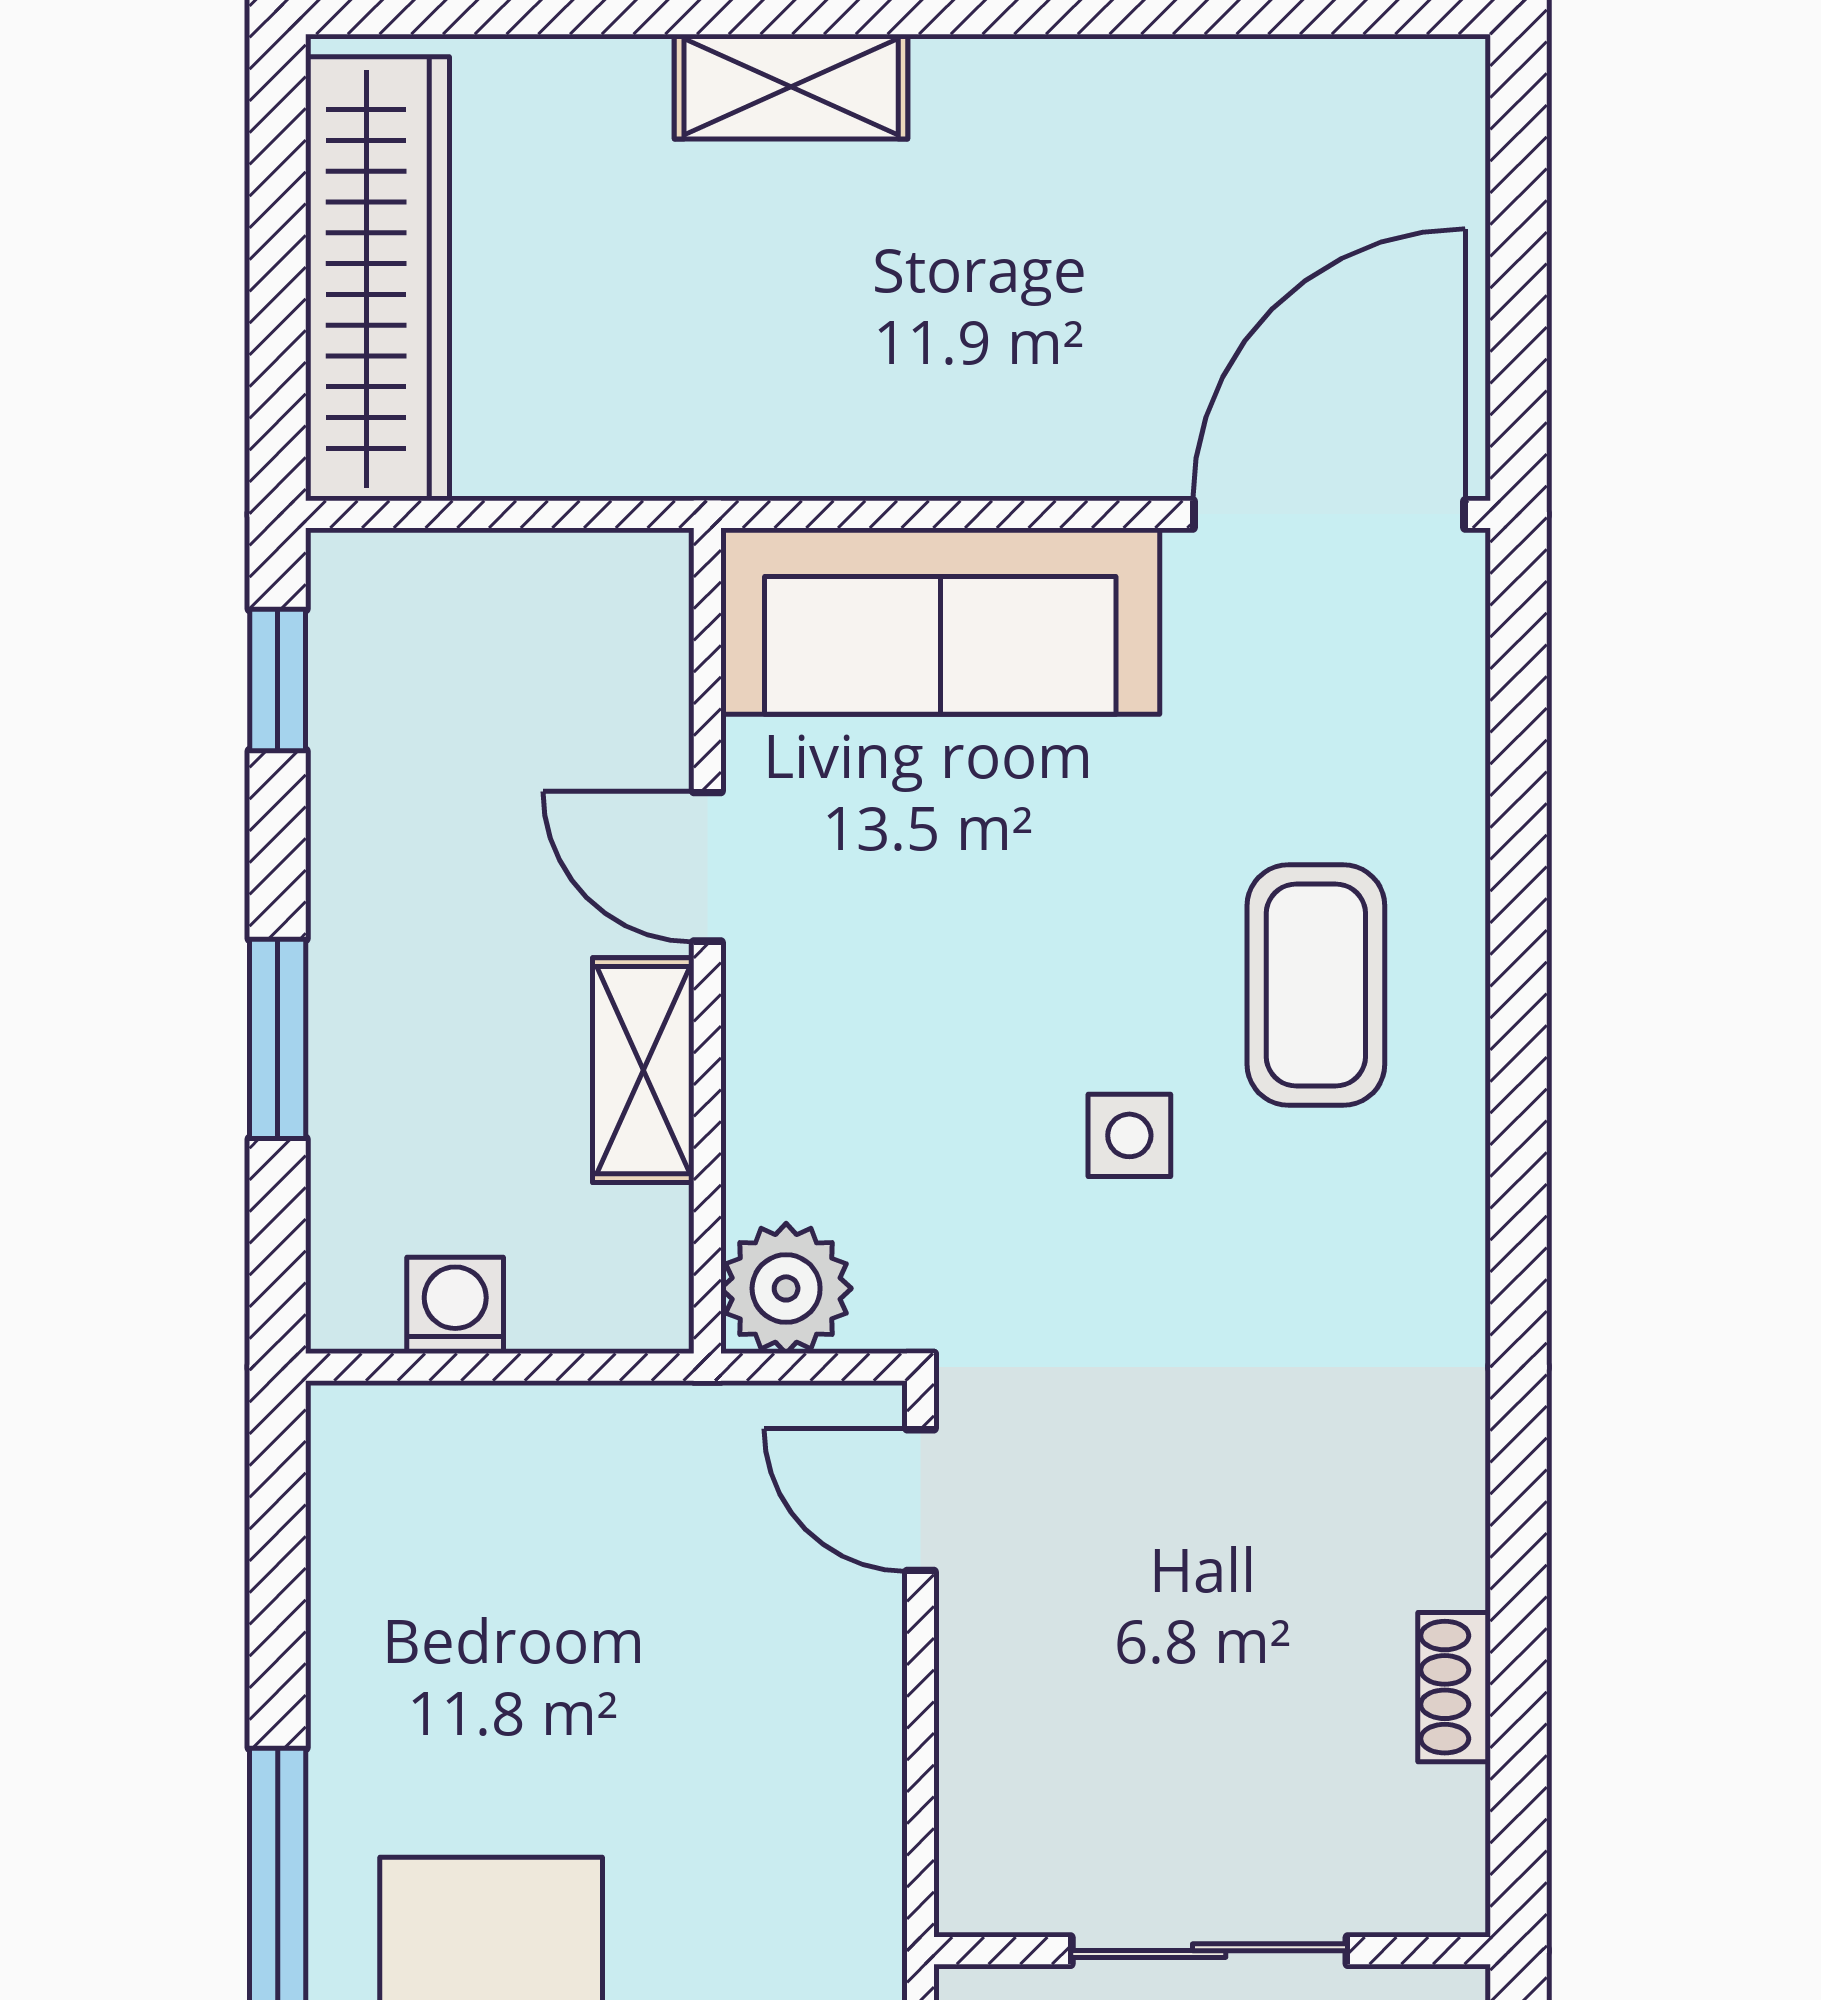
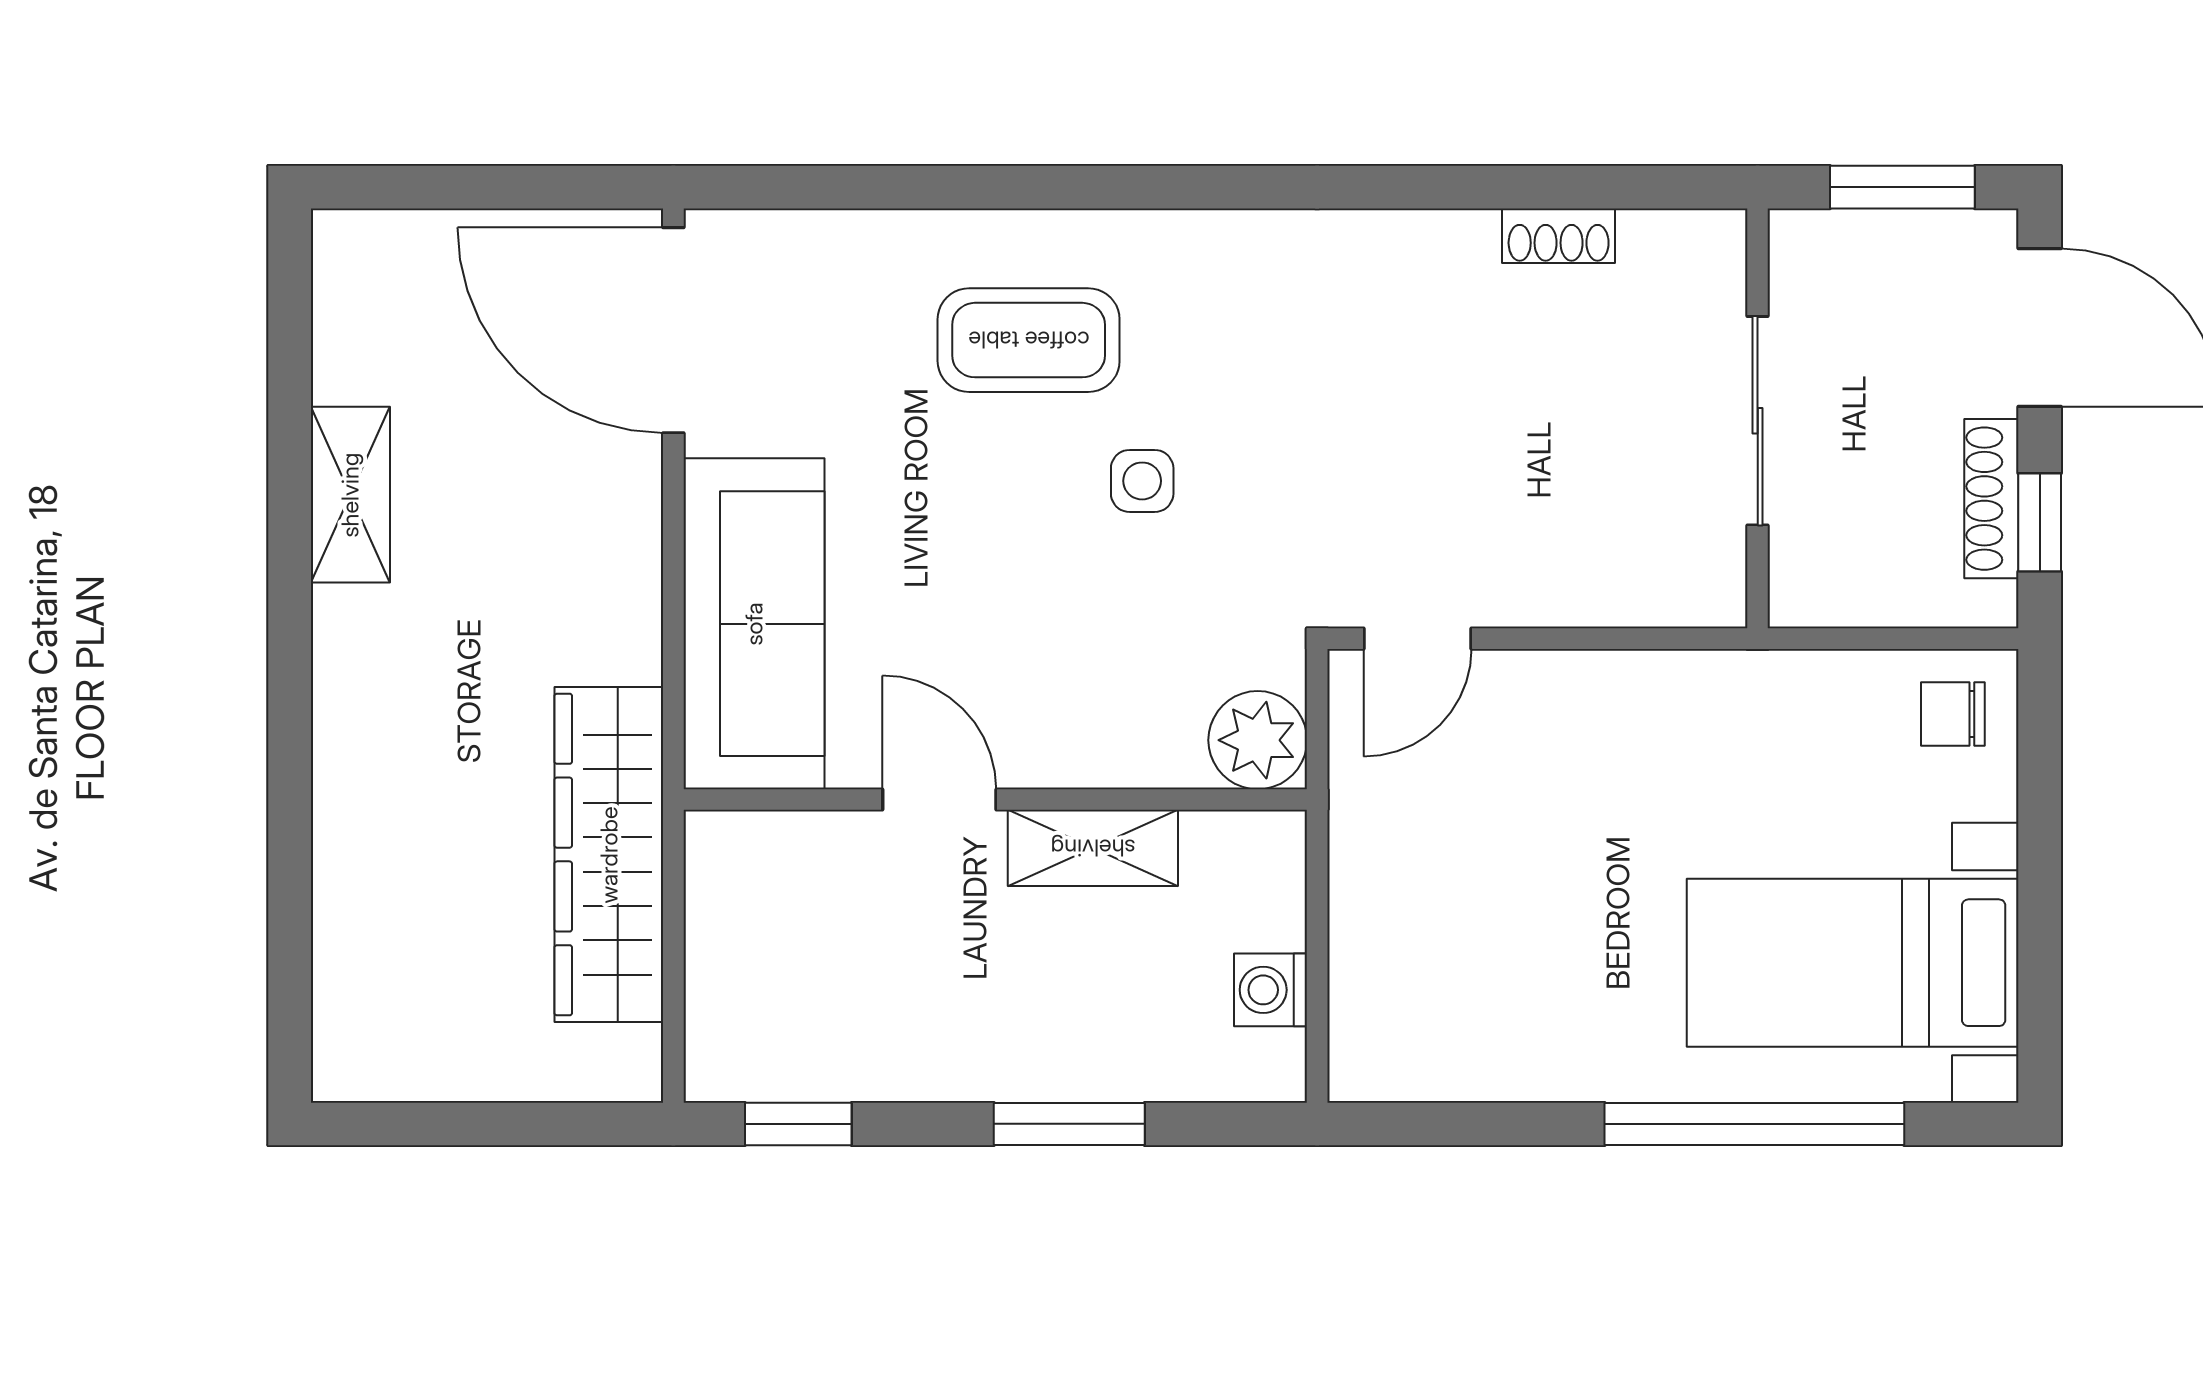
shelving: (791, 87) -> (350, 495), moved
wardrobe: (378, 279) -> (609, 855), moved, turned -90
door: (707, 867) -> (939, 800), swing flipped

